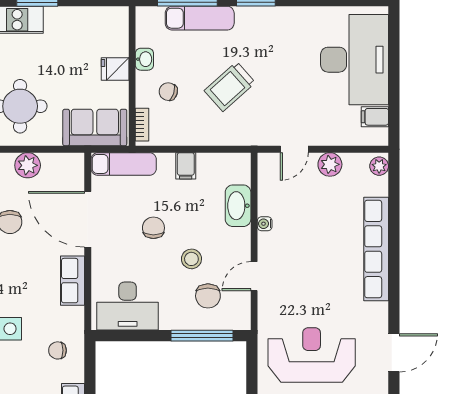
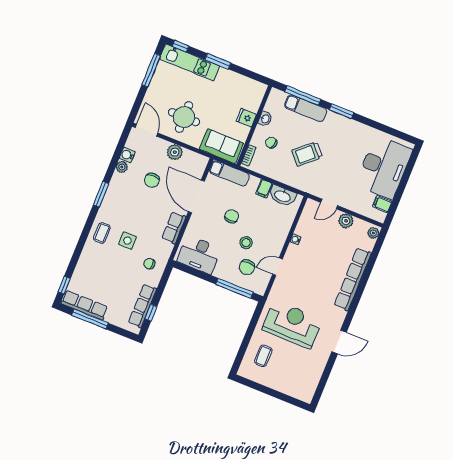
washbasin: (238, 206) -> (283, 196), moved, turned -90

